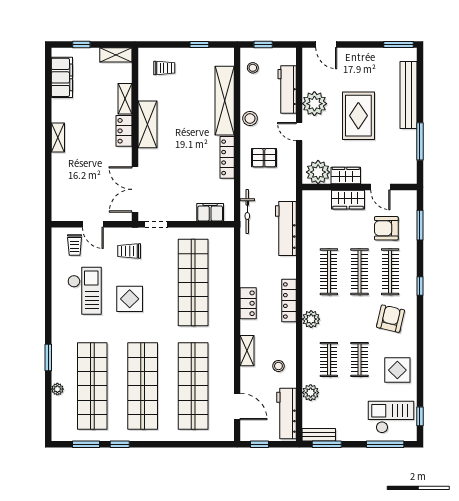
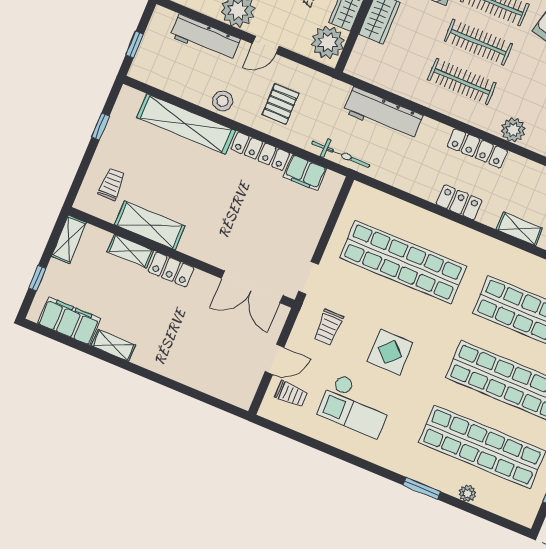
stool: (253, 68) -> (159, 70), removed
shelving: (147, 124) -> (150, 225), moved
shelving: (58, 137) -> (113, 345), moved
filing cabinet: (210, 212) -> (305, 173), moved, turned -90
checkout: (85, 291) -> (355, 406), turned 180

